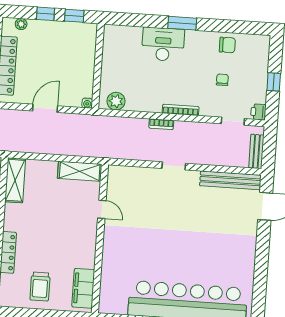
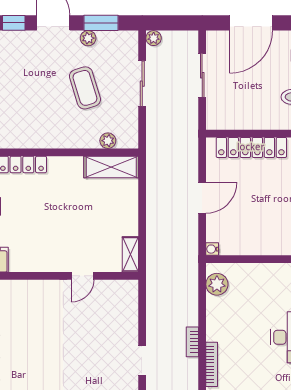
door: (45, 108) -> (202, 198), hinge flipped
shelving: (80, 171) -> (130, 254), width x0.67, depth x0.75

